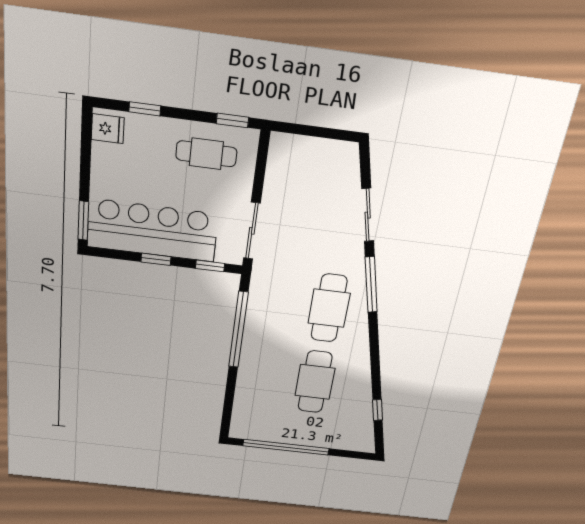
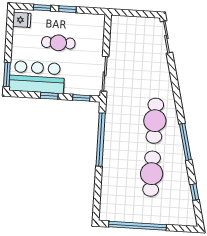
window: (232, 120) -> (67, 9), moved
cafe table: (206, 154) -> (58, 43), moved
sliding door: (368, 215) -> (166, 37), moved
bar counter: (152, 230) -> (37, 77), width x0.73
window: (371, 285) -> (185, 142), moved

